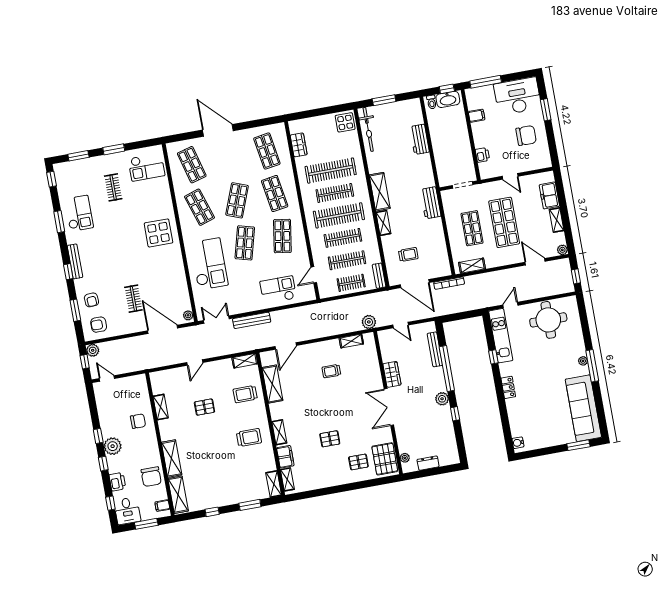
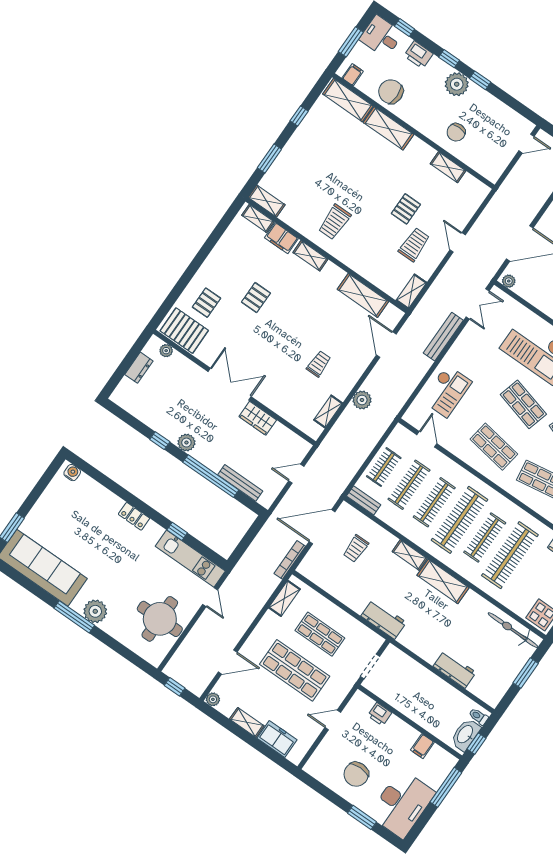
plant: (369, 322) -> (362, 400), moved
plant: (583, 361) -> (95, 611), width x1.88, depth x1.88
trolley: (245, 394) -> (414, 245), moved

